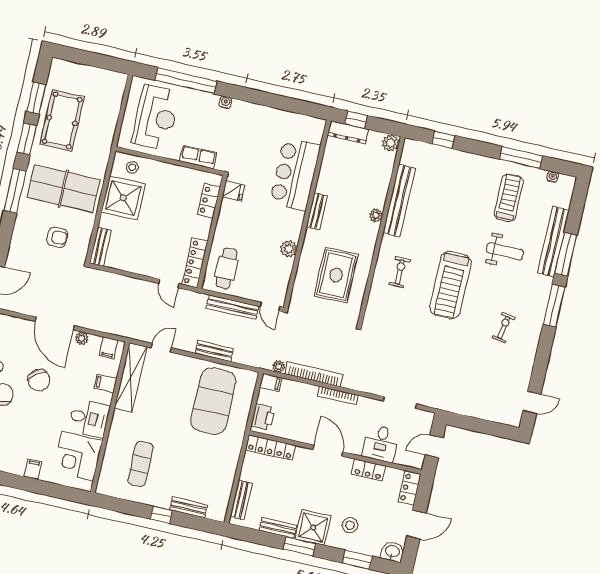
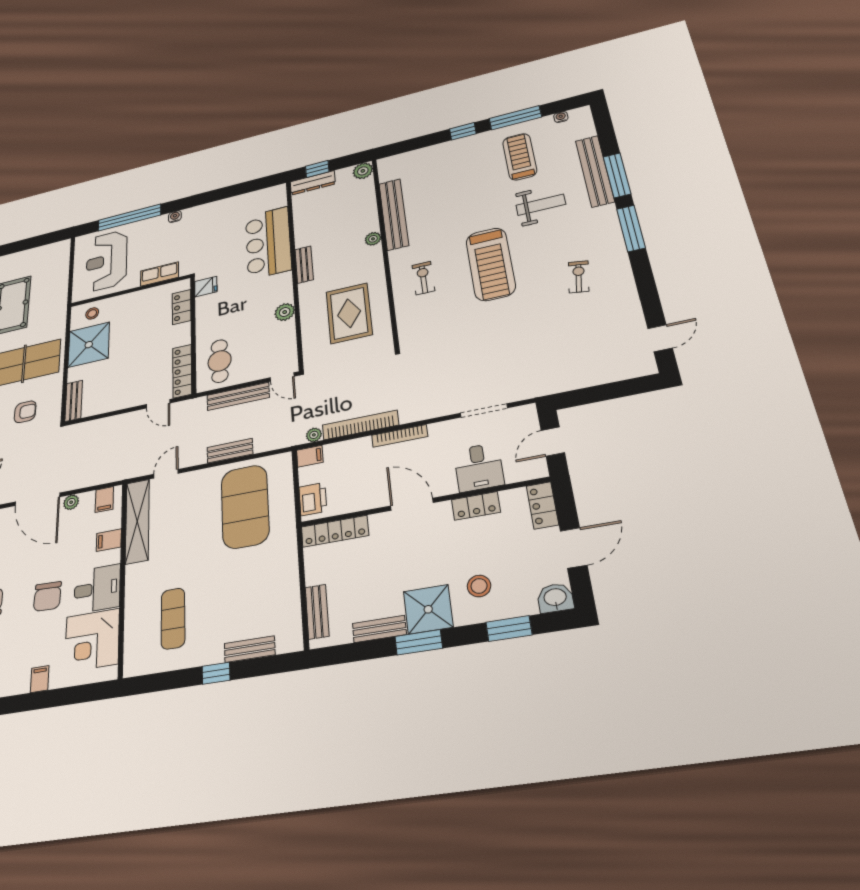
reception desk: (156, 118) -> (107, 261), turned 180
window: (443, 140) -> (463, 131), moved
chair: (39, 380) -> (47, 596), moved, turned 40

